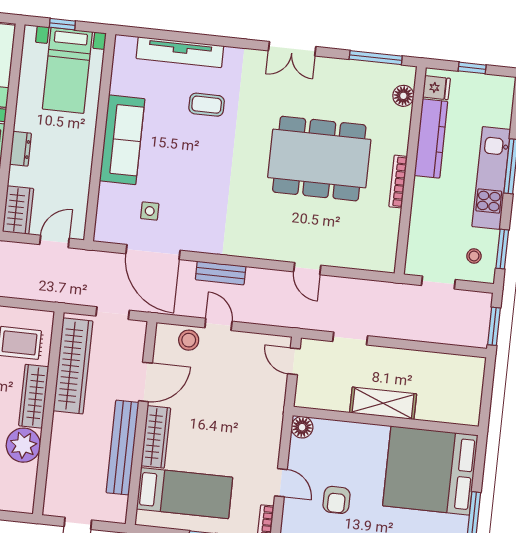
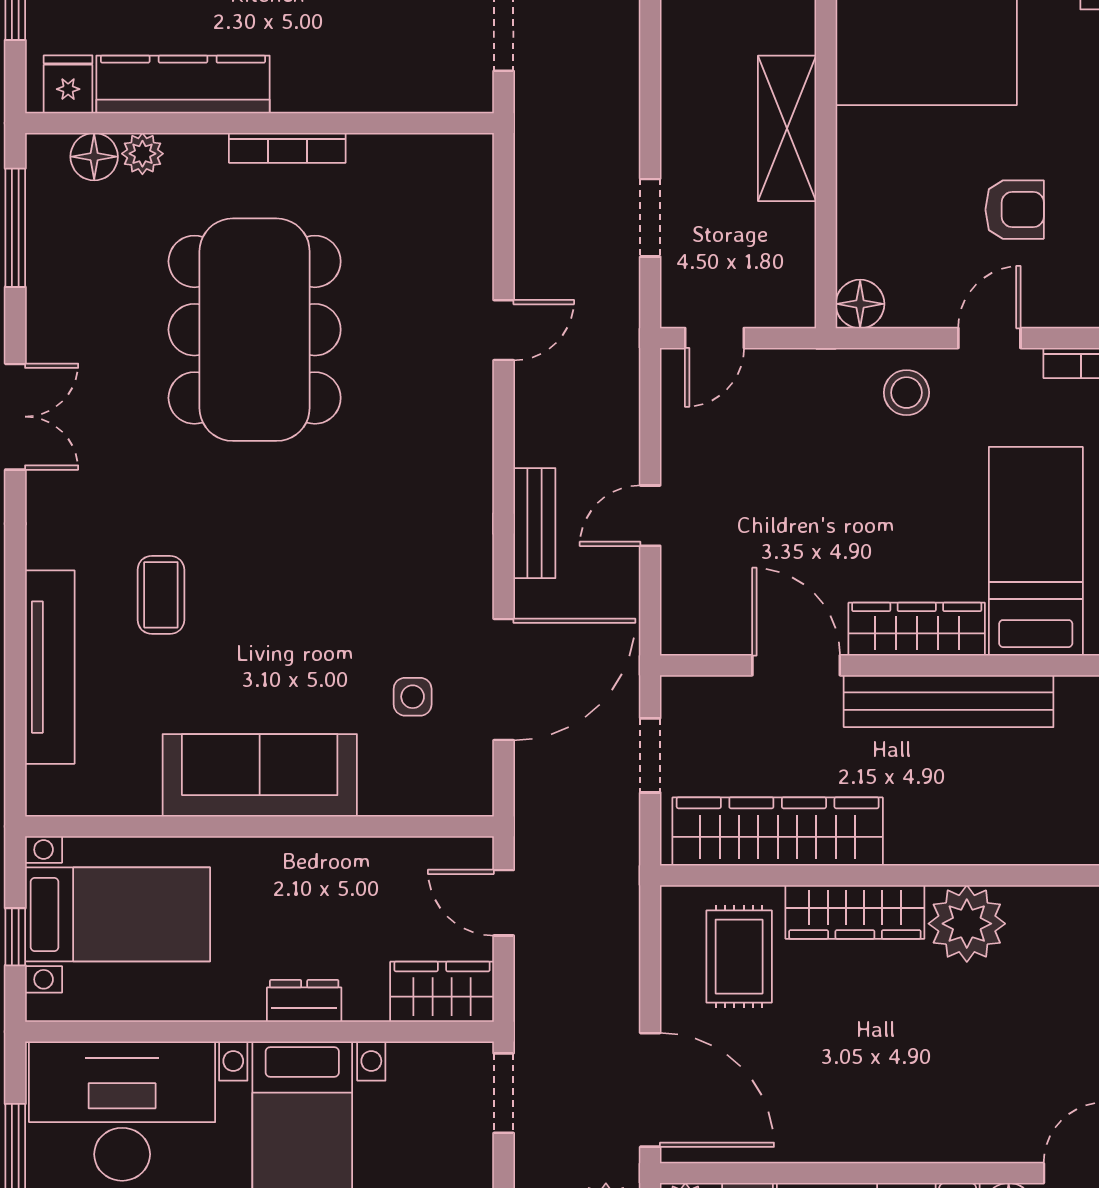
plant: (402, 117) -> (142, 154), added
stool: (189, 340) -> (906, 393), moved

